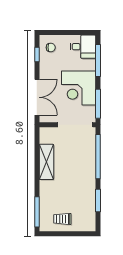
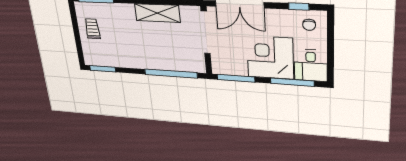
corner desk: (79, 88) -> (270, 58), moved
doorway: (75, 125) -> (206, 33), moved
window: (98, 201) -> (103, 69), moved

